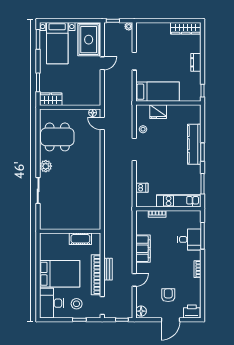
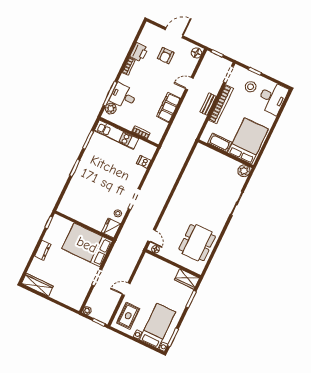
rug: (89, 40) -> (128, 316), width x0.73, depth x0.70
bed: (157, 92) -> (87, 245), width x1.50
fridge: (158, 112) -> (111, 228), moved, turned -90
dining table: (57, 137) -> (197, 243), turned 90
kitchen counter: (194, 144) -> (79, 178), removed
plant: (46, 166) -> (244, 171), moved
plant: (195, 222) -> (111, 109), added
bed: (60, 274) -> (248, 141), moved, turned 90
printer: (192, 312) -> (139, 52), moved, turned -90

